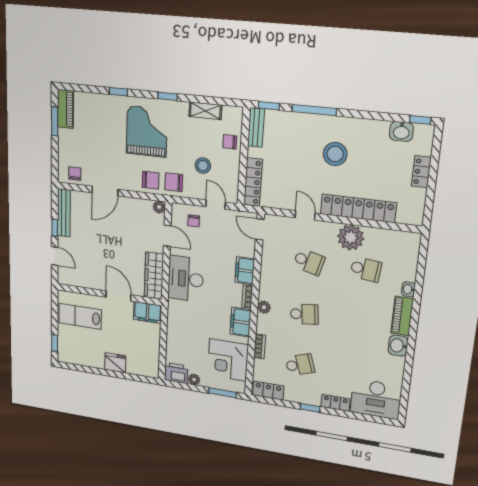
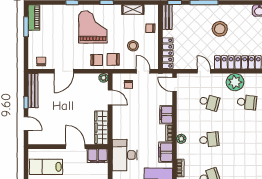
desk: (186, 279) -> (125, 155), moved

